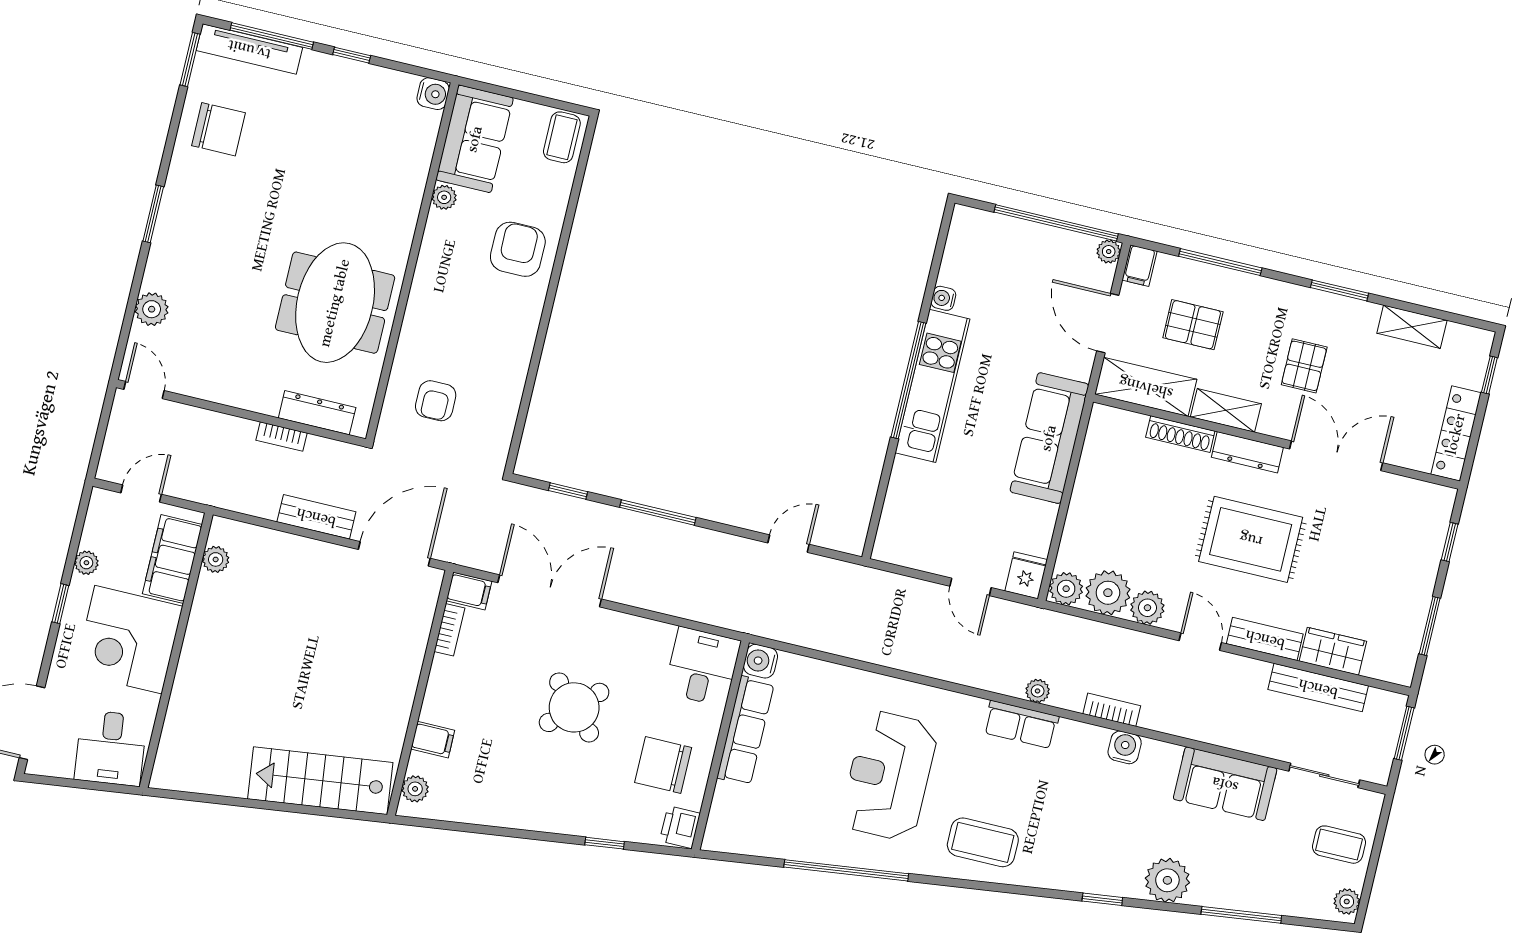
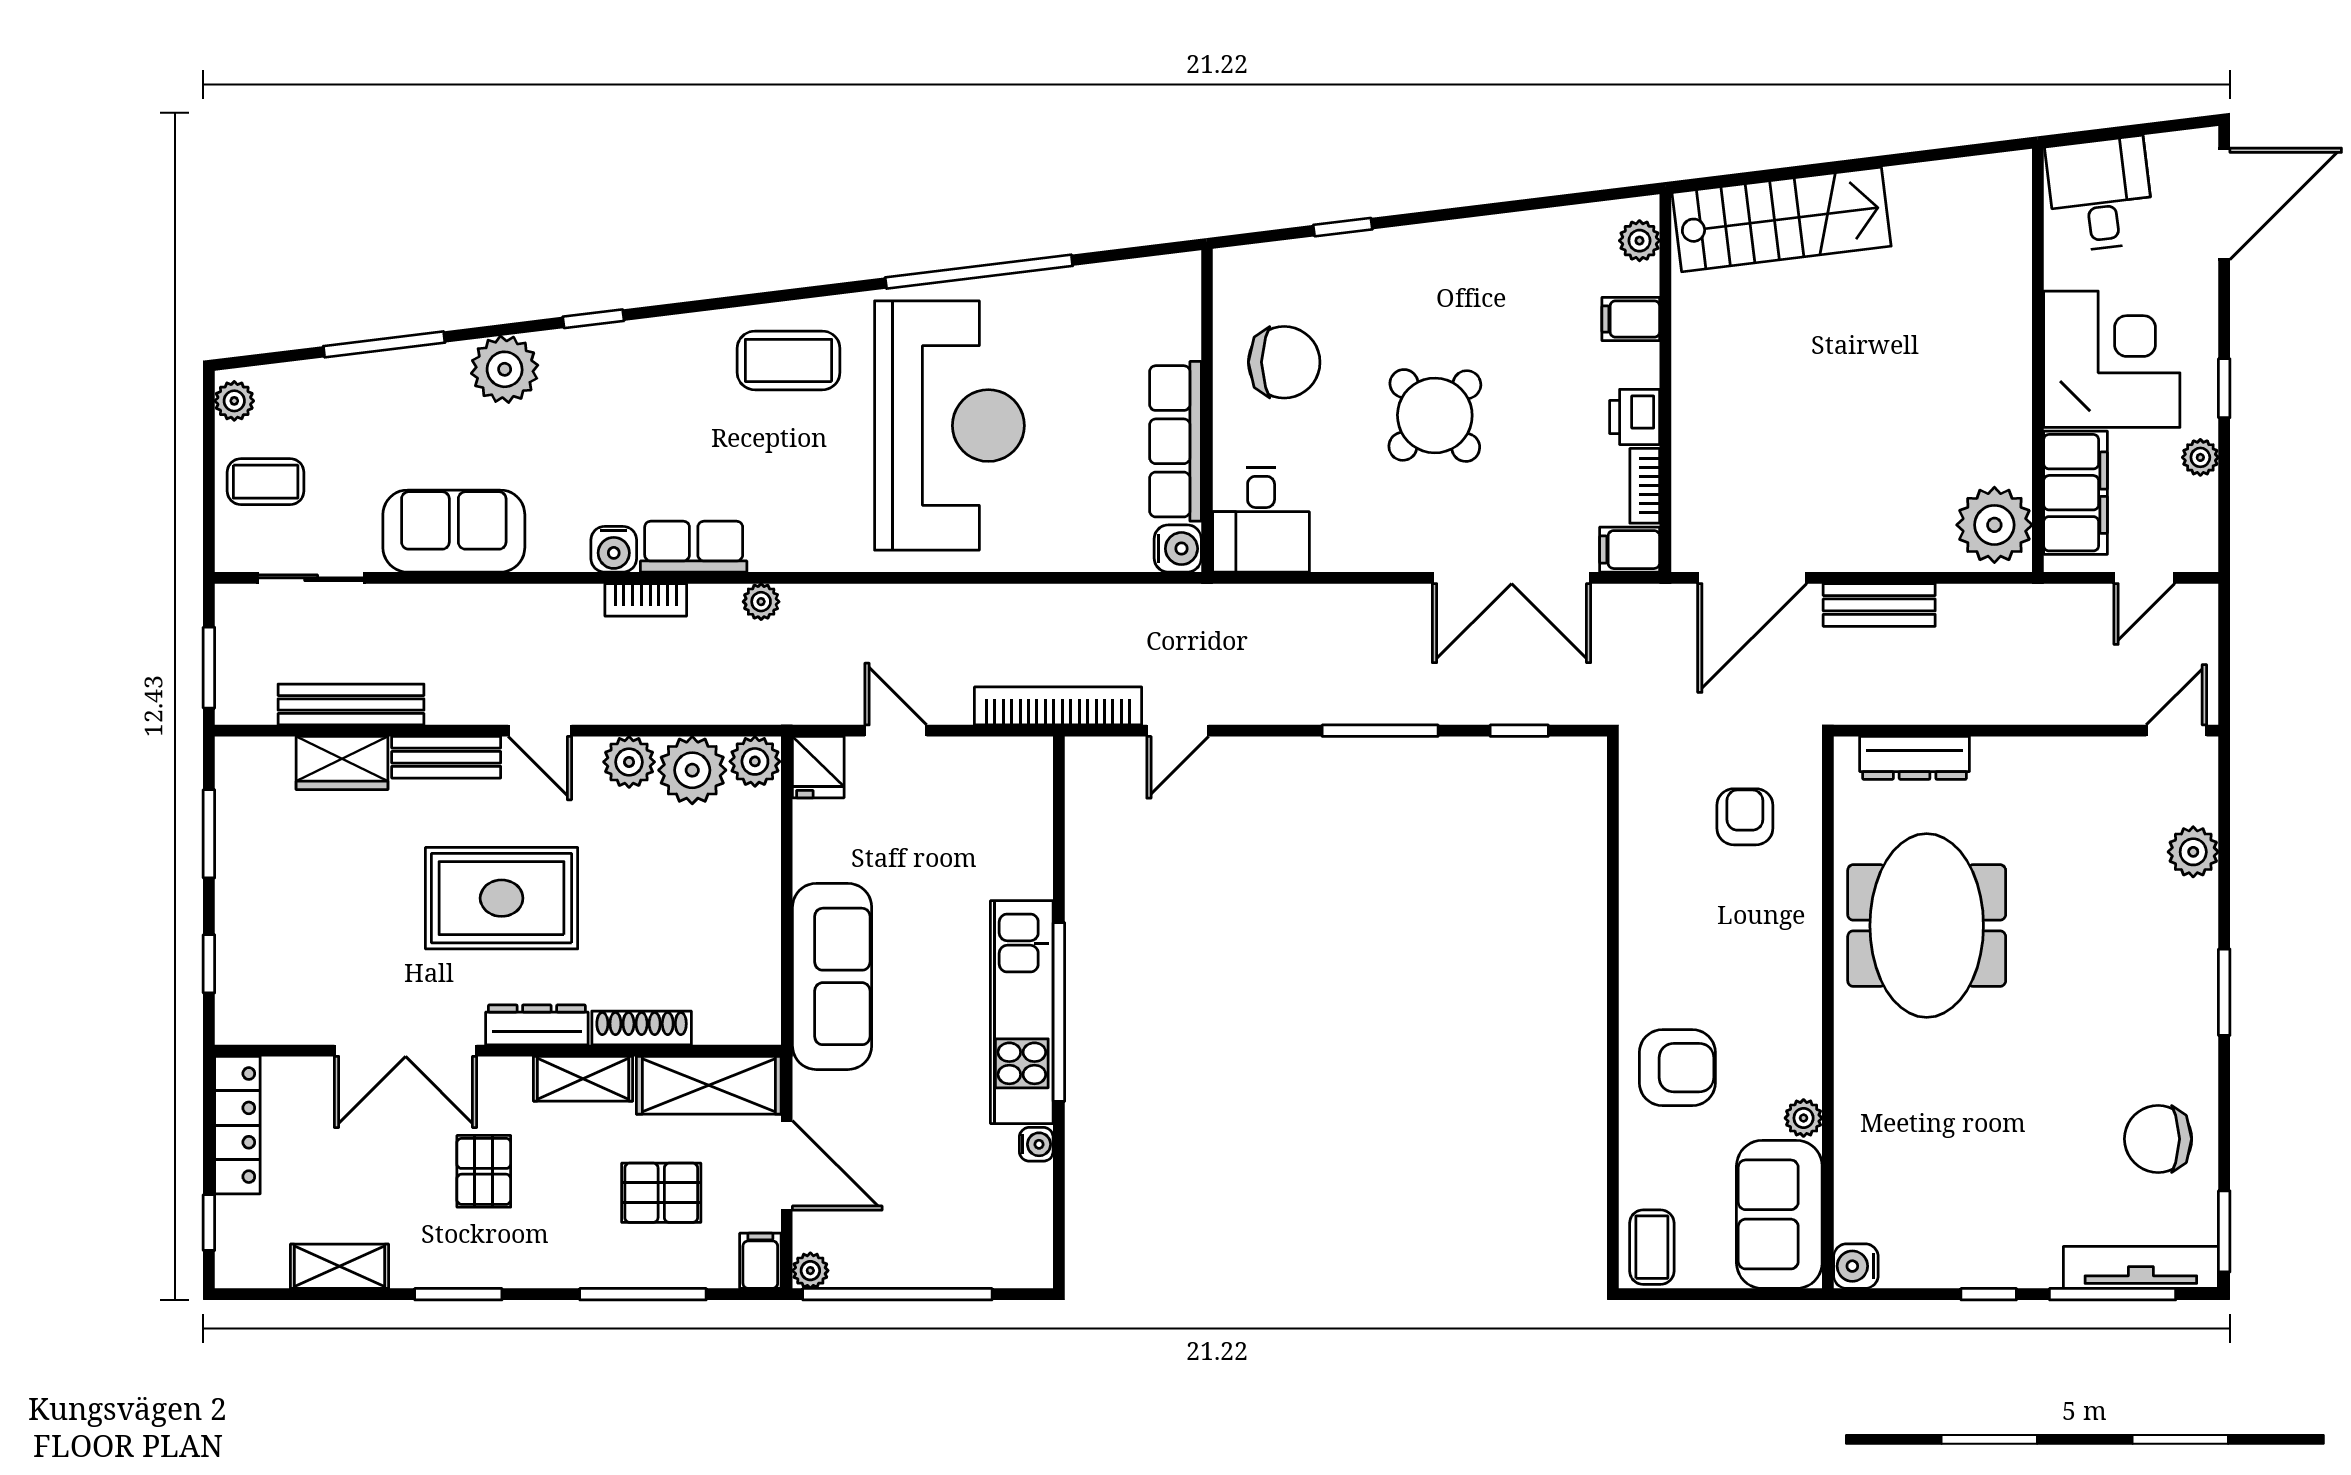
armchair: (518, 249) -> (1677, 1068), turned -90
door: (144, 390) -> (2176, 731), swing flipped
bookcase: (282, 437) -> (1058, 706), moved, width x2.31, depth x1.31
plant: (216, 559) -> (1994, 525), width x1.88, depth x1.88
row of seats: (1021, 724) -> (694, 547), moved
reception desk: (889, 776) -> (949, 426), width x1.36, depth x1.30
printer: (680, 827) -> (1635, 417), moved, turned 180

